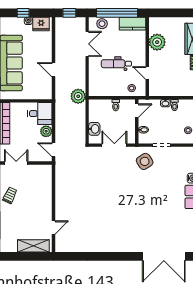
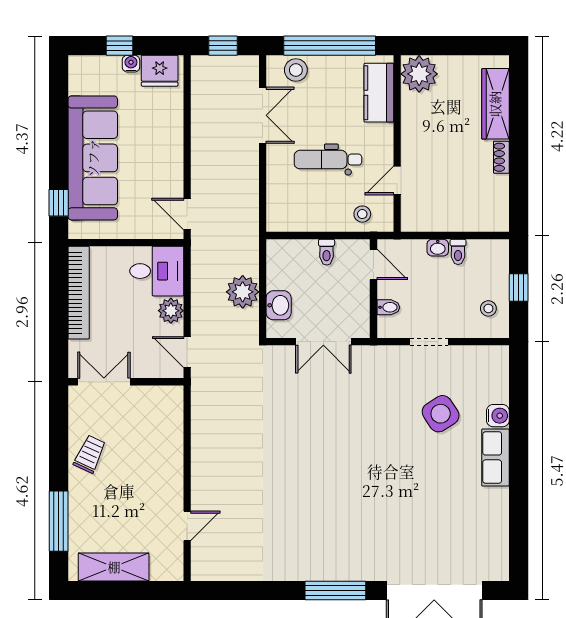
kitchen counter: (133, 24) -> (379, 93), moved, turned 90
plant: (157, 42) -> (419, 74), moved
door: (53, 70) -> (187, 214), moved
door: (147, 73) -> (397, 180), hinge flipped
plant: (78, 96) -> (243, 292), moved
door: (137, 111) -> (374, 264), hinge flipped
double door: (114, 145) -> (323, 342), swing flipped
side table: (145, 161) -> (441, 414), moved
shelving: (33, 246) -> (114, 567), moved
window: (120, 256) -> (335, 591), added

